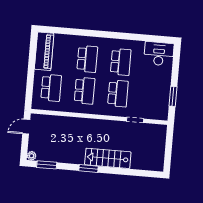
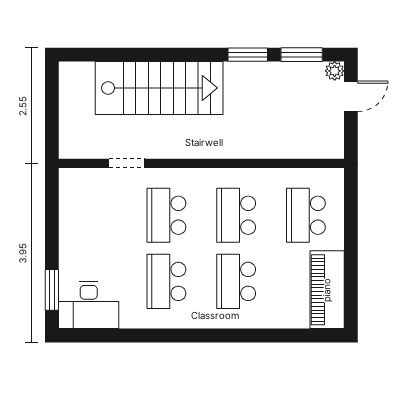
window: (173, 96) -> (52, 290), moved
door: (26, 127) -> (351, 96), moved
stairs: (108, 158) -> (159, 88), width x1.36, depth x1.51
window: (88, 168) -> (248, 55), moved

